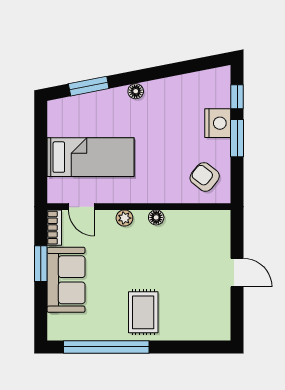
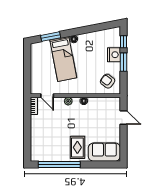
bed: (90, 157) -> (63, 59), moved, turned 79
window: (41, 264) -> (27, 124), removed
door: (237, 273) -> (123, 118), moved
sofa: (66, 280) -> (104, 152), moved, turned -90

